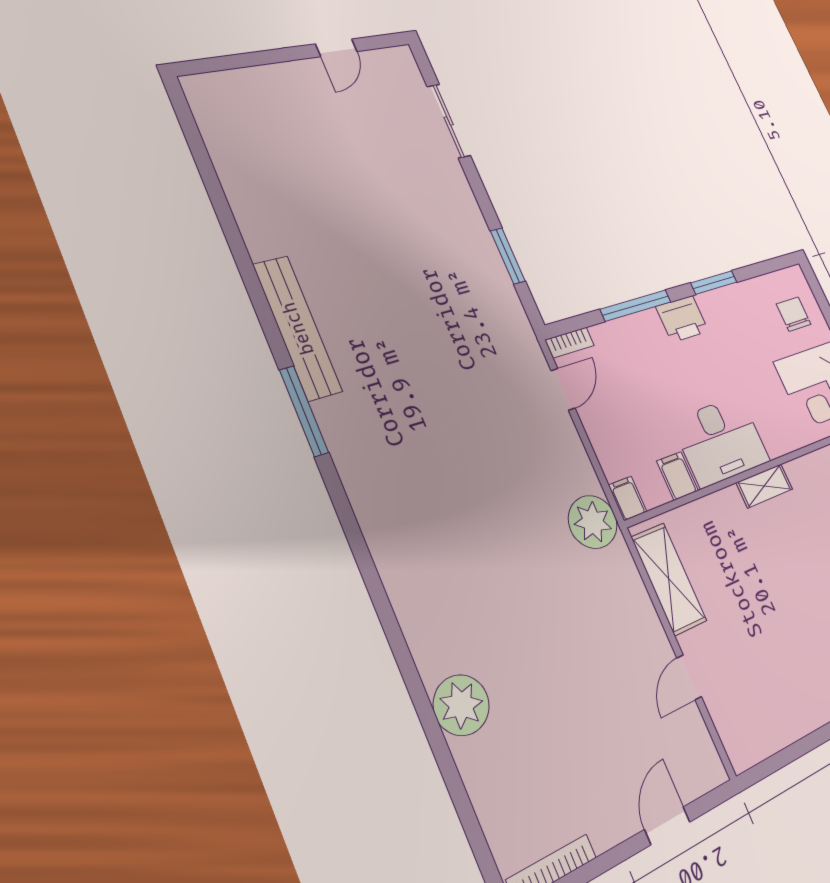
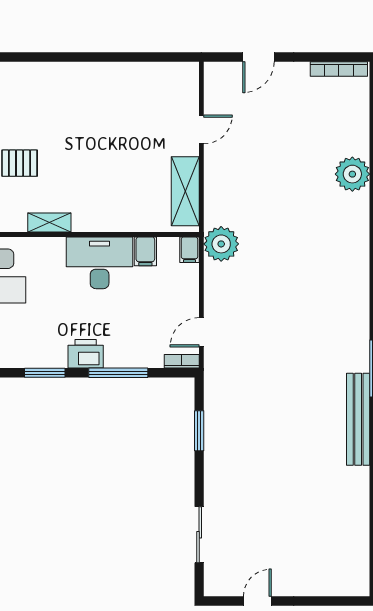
shelving: (764, 486) -> (49, 223), moved

